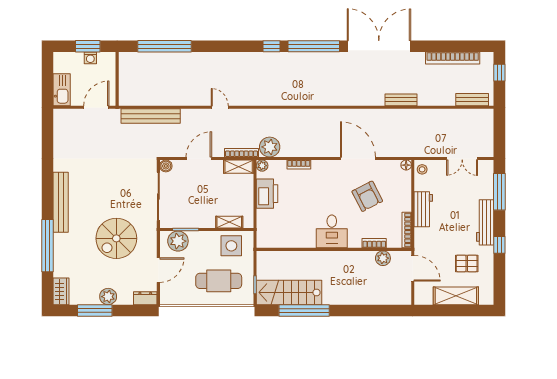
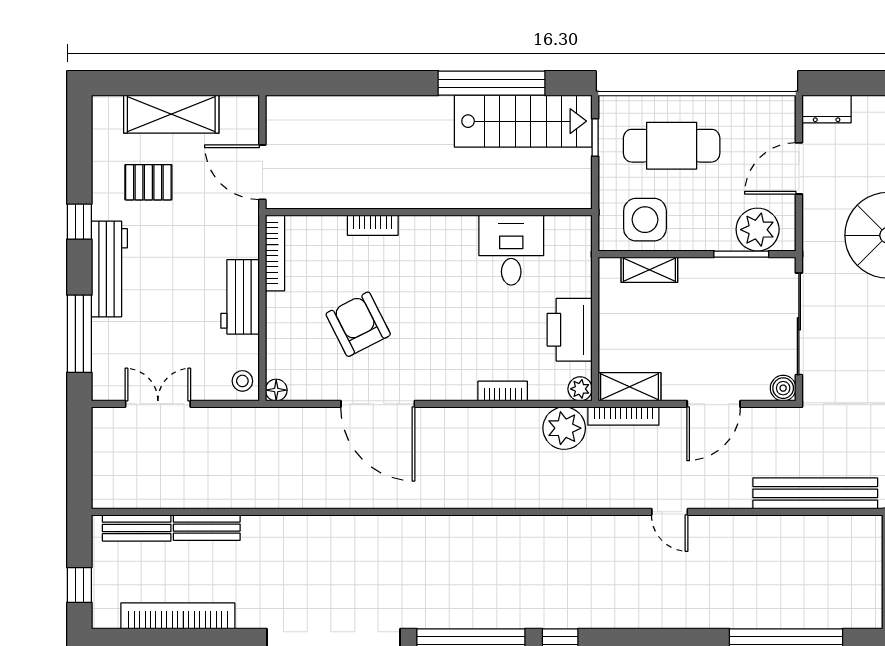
bench: (401, 100) -> (207, 528), moved
desk: (332, 231) -> (511, 250), moved
bookcase: (374, 243) -> (373, 225), moved
plant: (383, 258) -> (325, 193), removed

